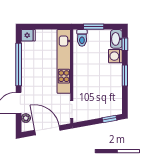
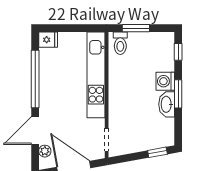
washbasin: (116, 39) -> (167, 104), moved
washing machine: (115, 56) -> (165, 81), moved

